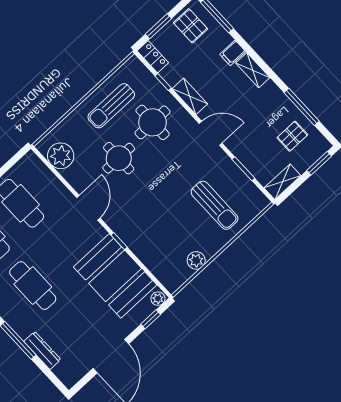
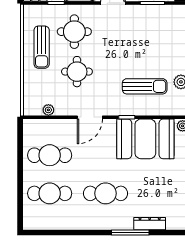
plant: (61, 156) -> (48, 110), width x0.53, depth x0.53
sun lounger: (215, 205) -> (145, 86), moved
door: (88, 208) -> (90, 117), swing flipped

